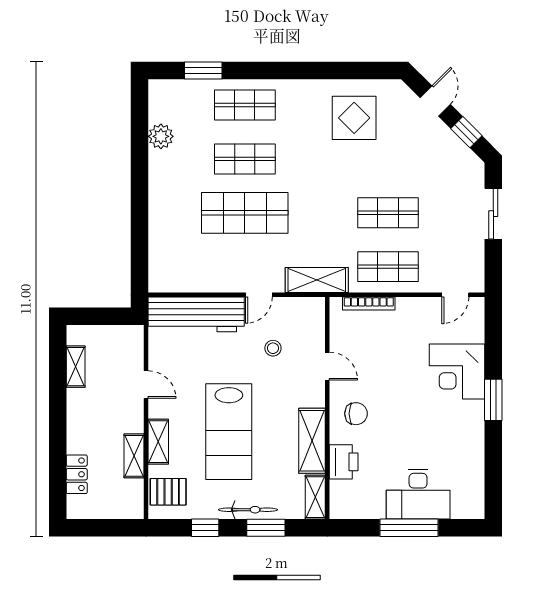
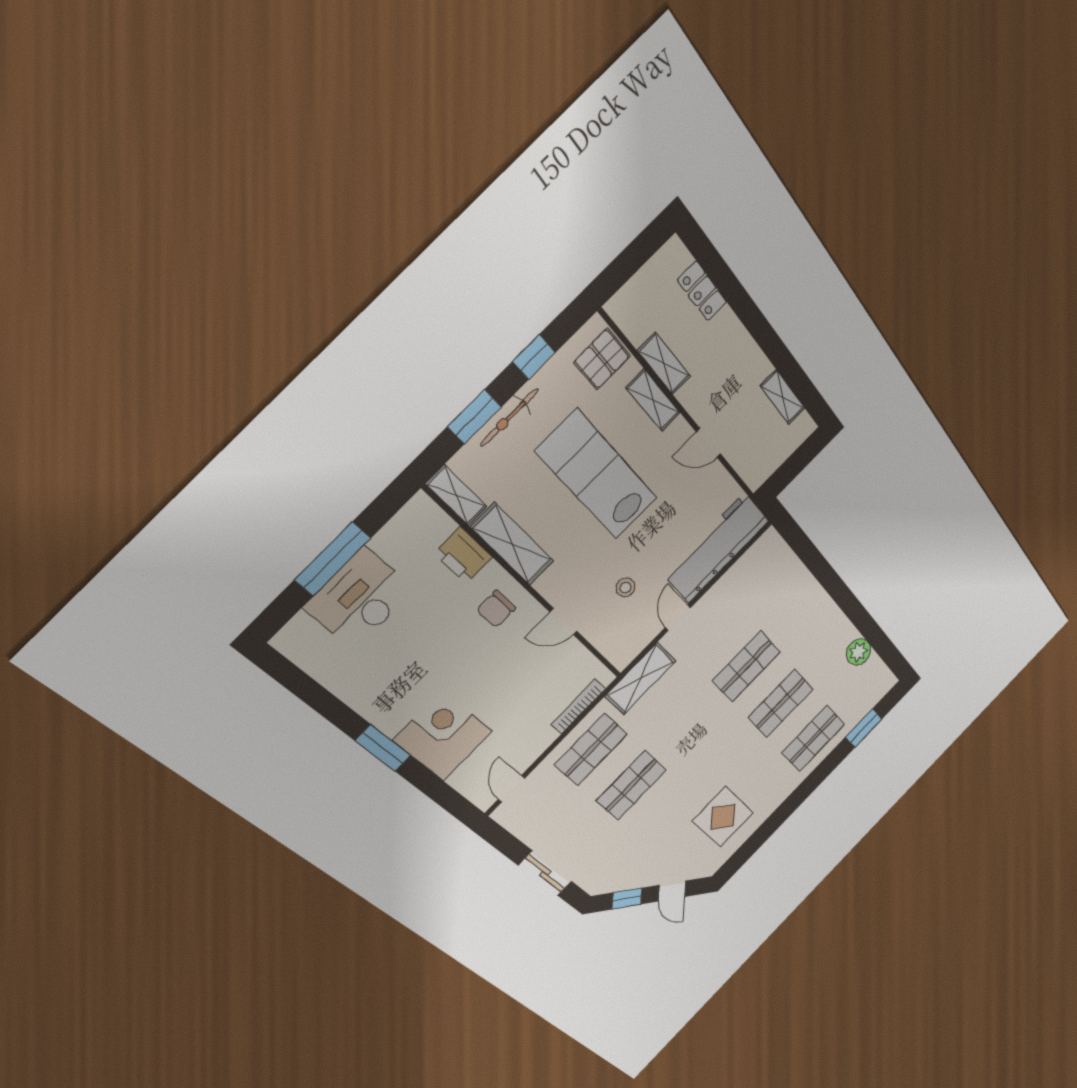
shop shelf: (245, 213) -> (746, 666), width x0.70, depth x0.74

